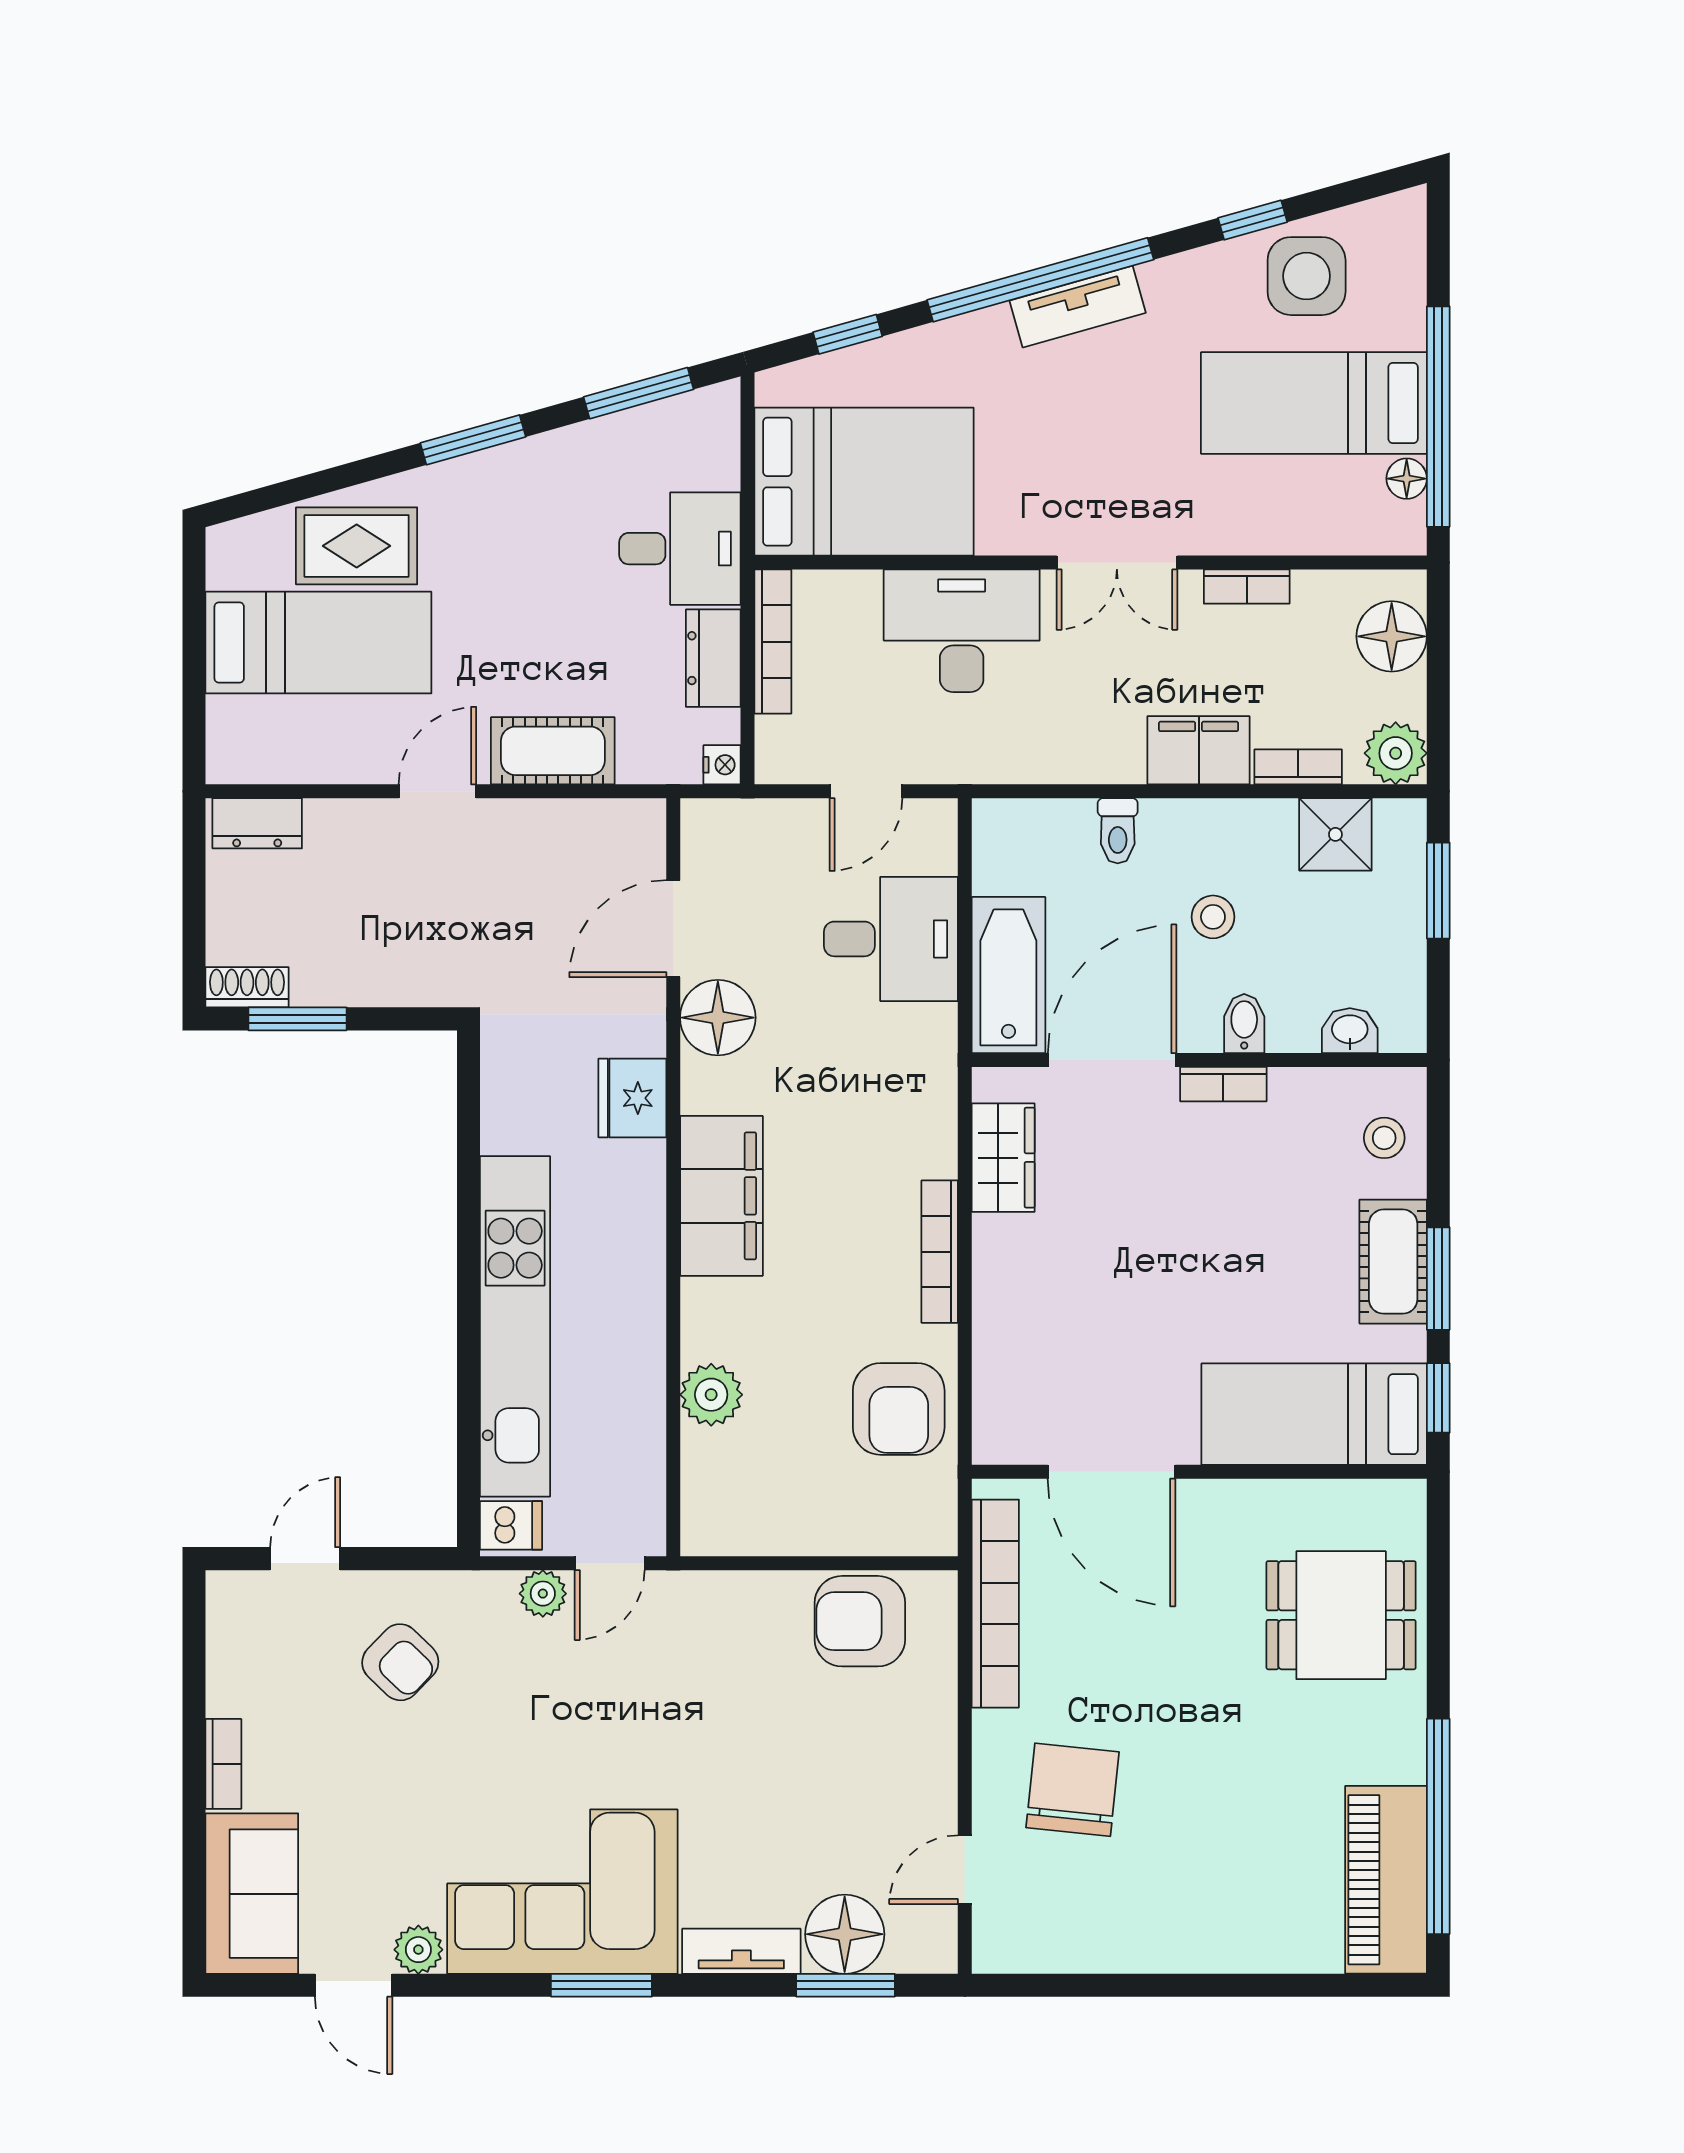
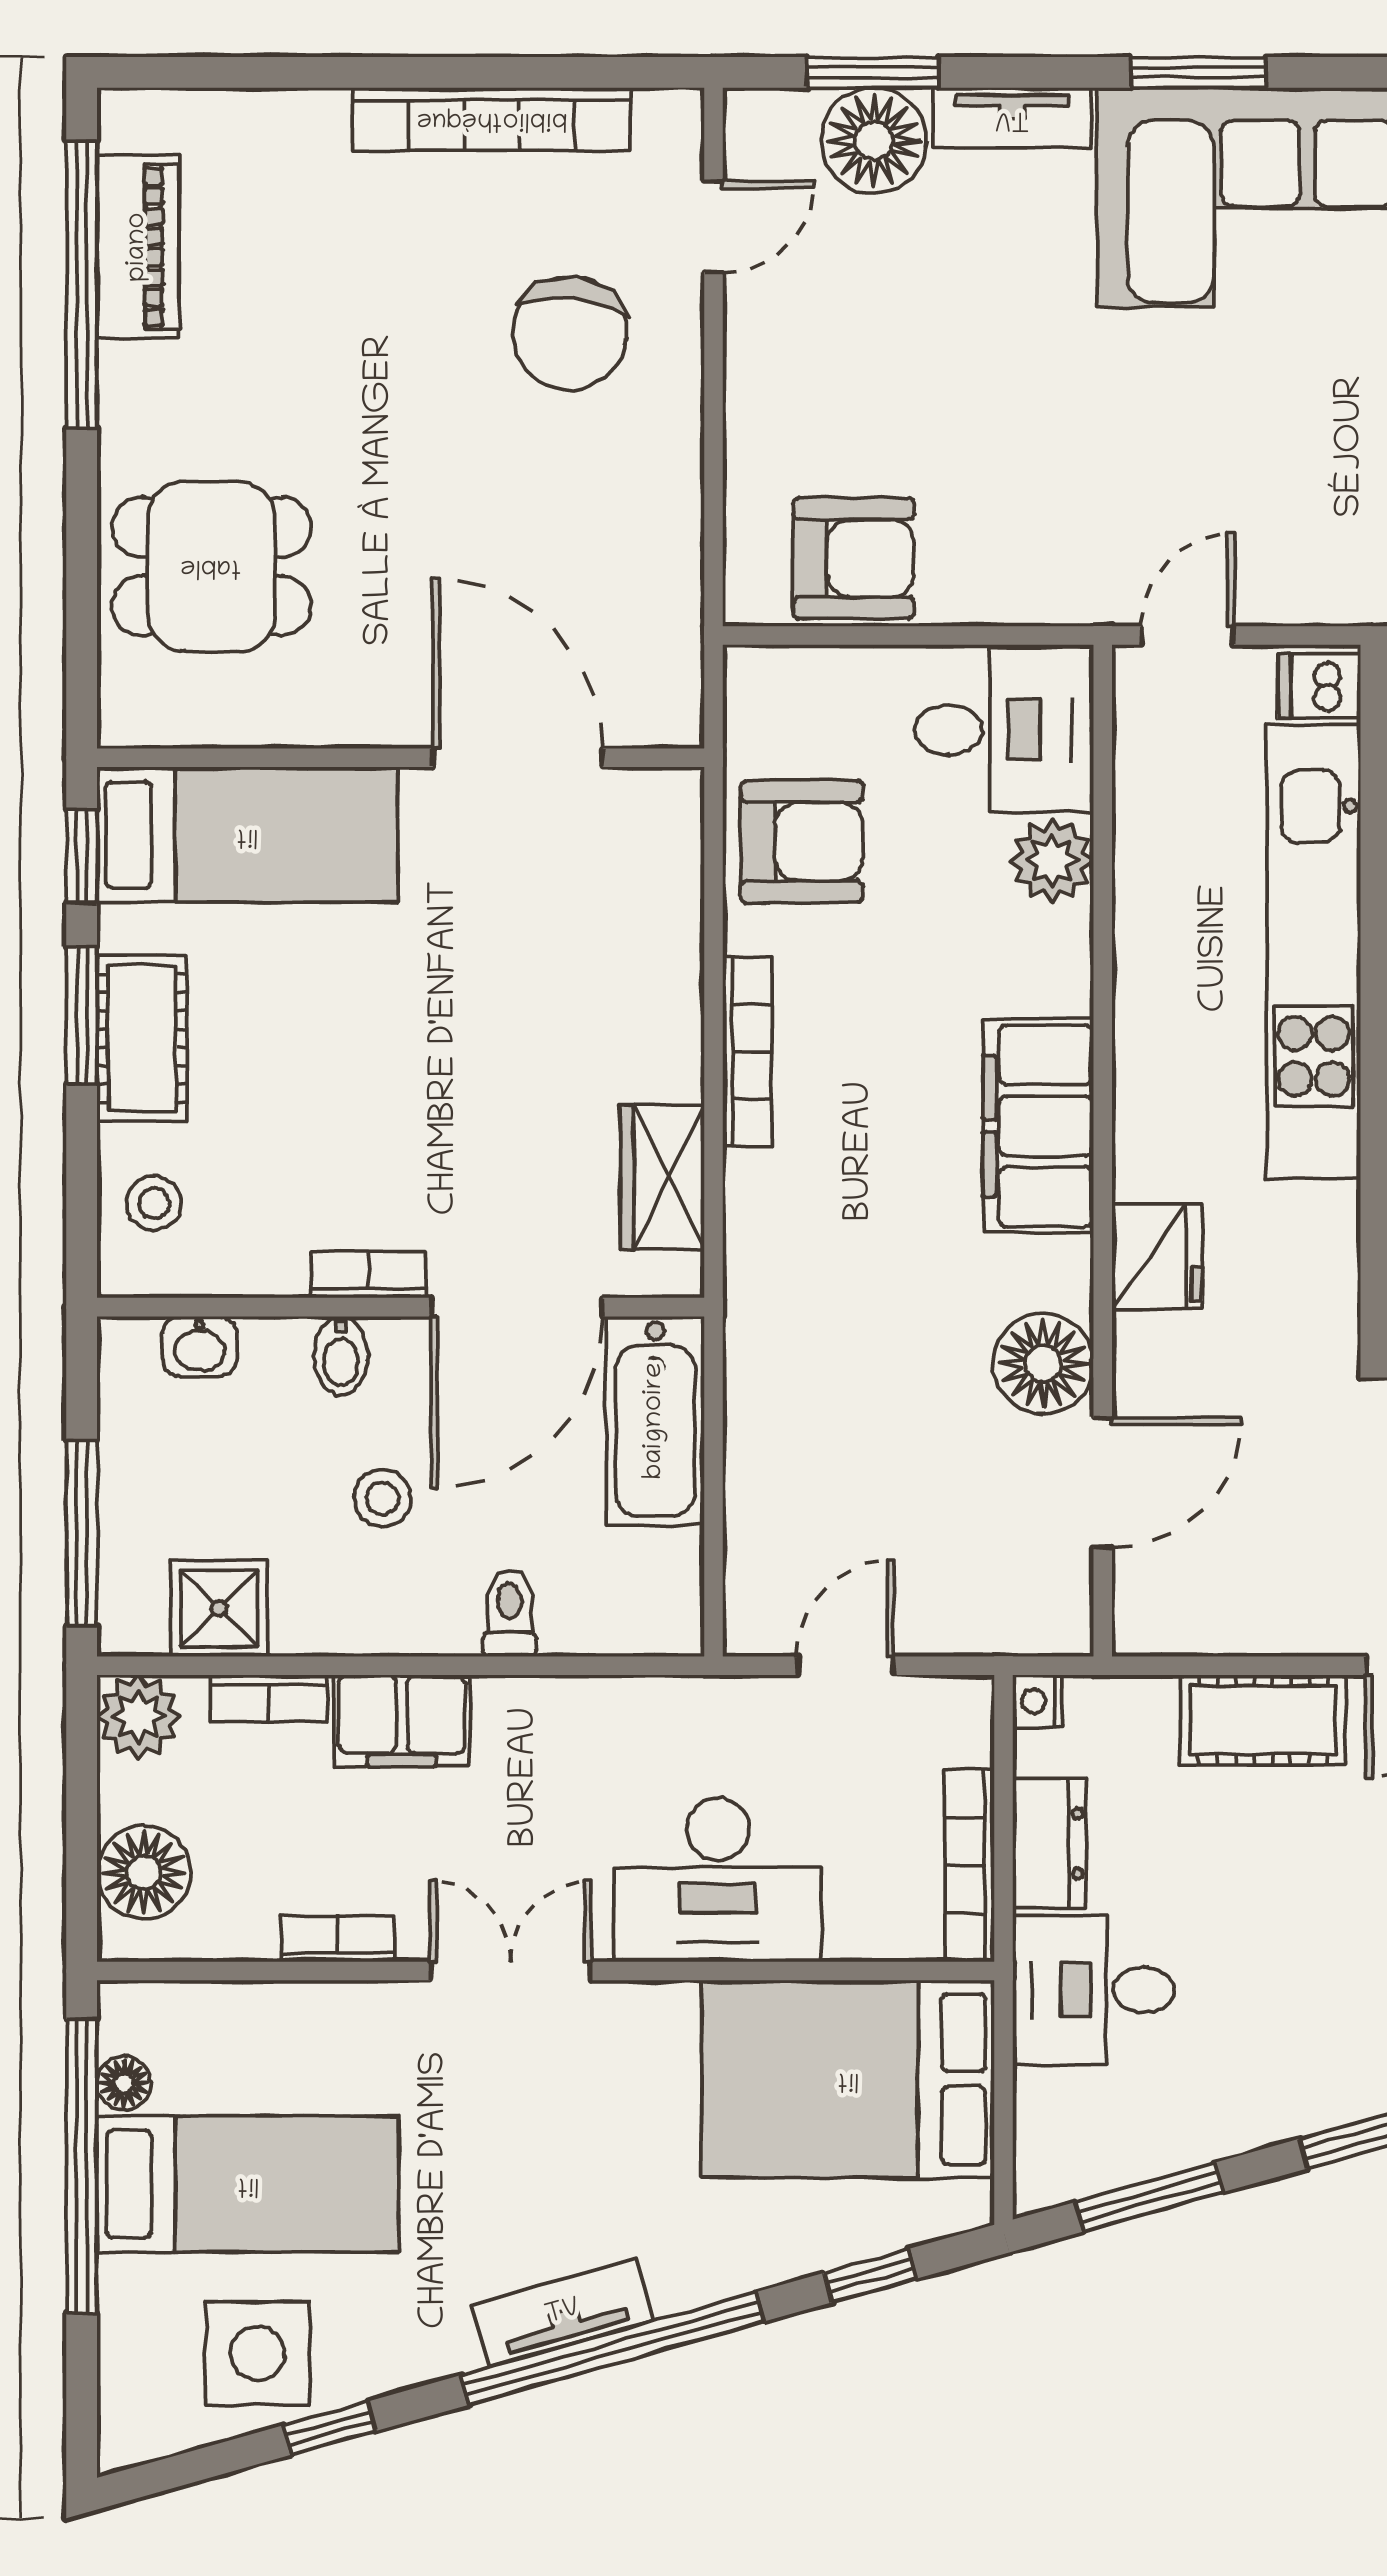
window: (1438, 891) -> (82, 1533), width x1.44
desk: (891, 939) -> (1004, 730), moved, turned 180
armchair: (899, 1409) -> (802, 842), turned 90
plant: (543, 1594) -> (1277, 595), removed
bookcase: (995, 1604) -> (492, 119), moved, turned -90
piano: (1386, 1880) -> (138, 247), width x0.73, depth x0.75

